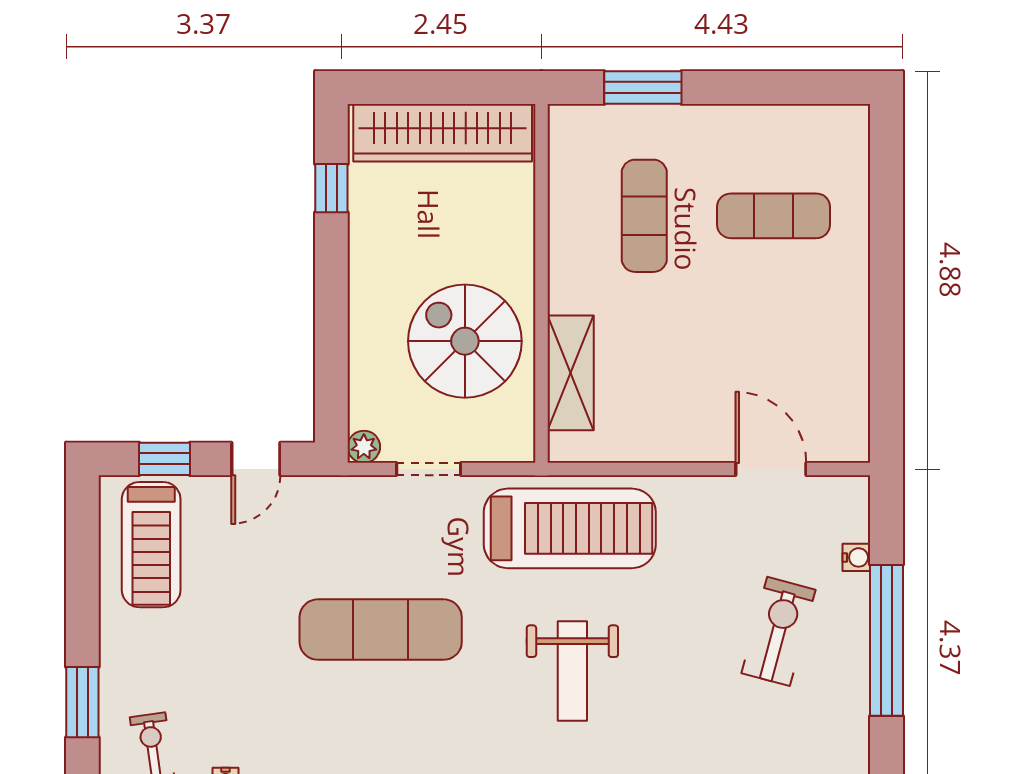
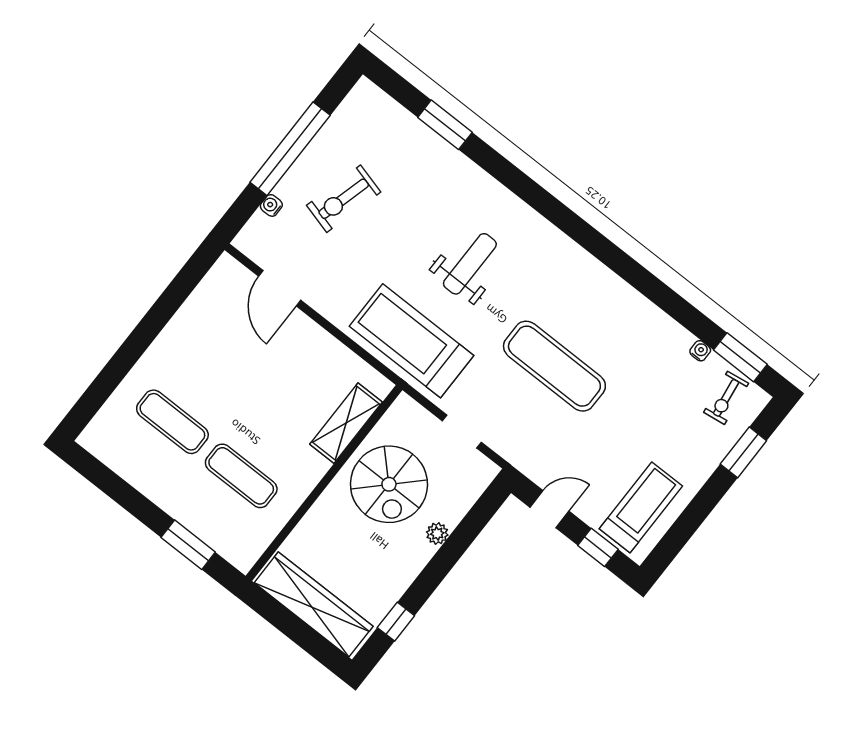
exercise mat: (644, 216) -> (241, 476), turned 90
plant: (364, 447) -> (437, 534), moved

